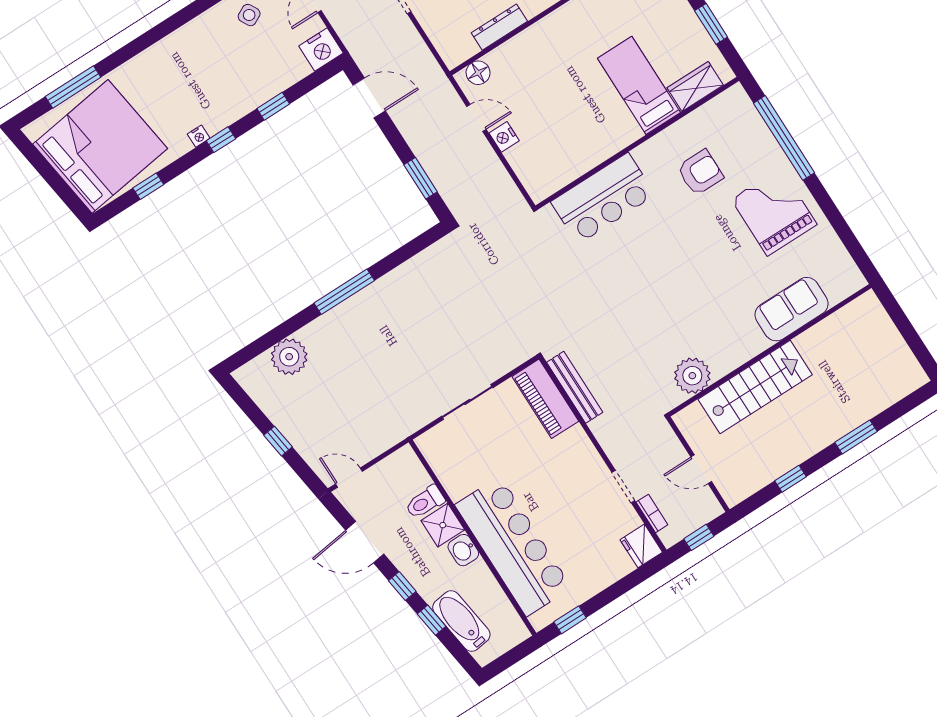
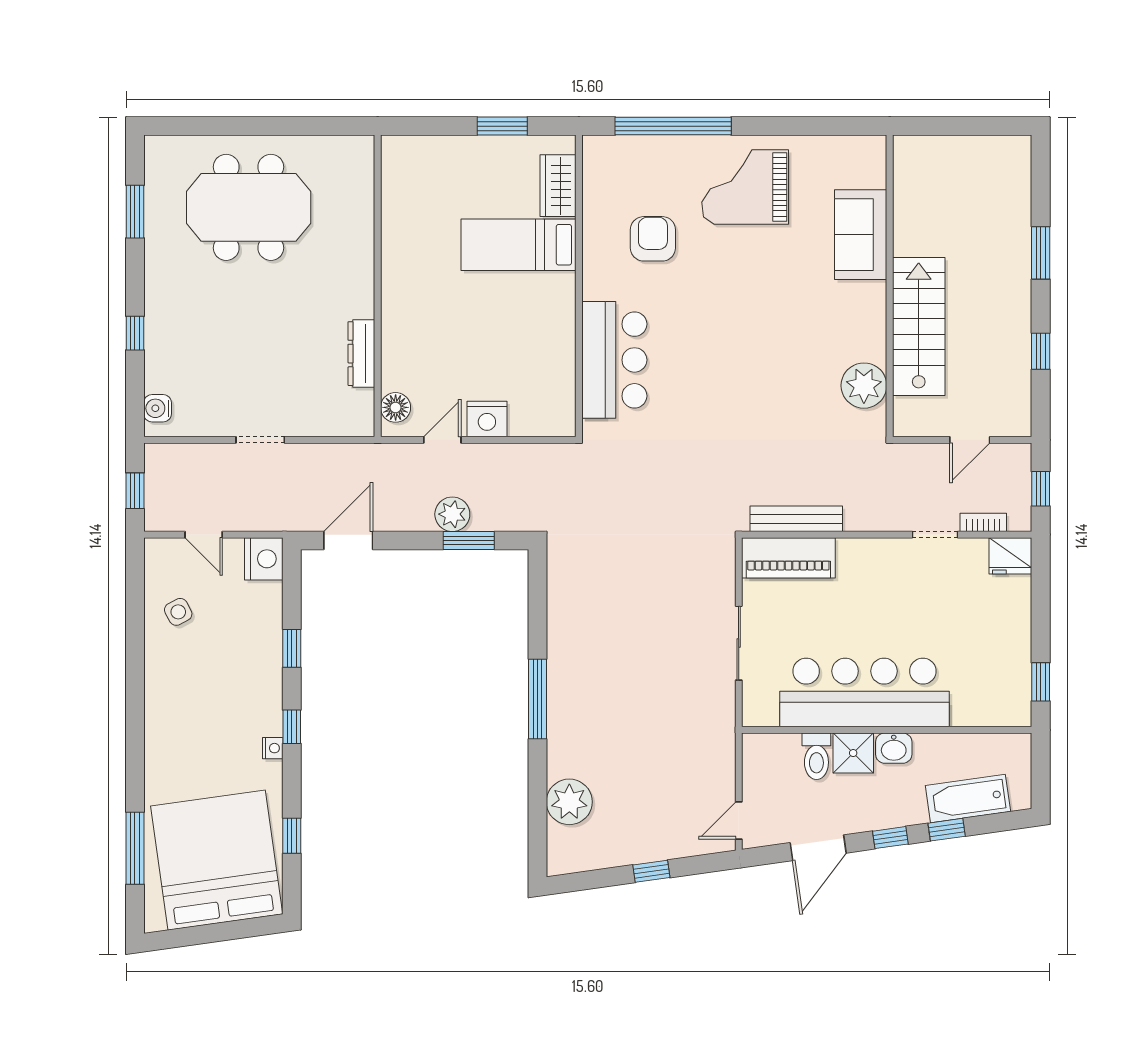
nightstand: (504, 137) -> (487, 419), width x1.36, depth x1.33
plant: (431, 156) -> (452, 514), added
bar counter: (513, 546) -> (865, 692), moved

